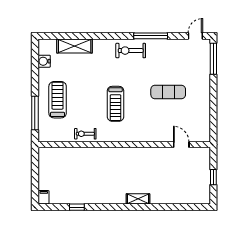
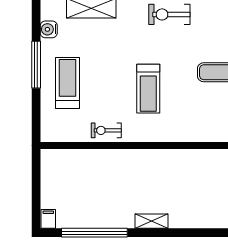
window: (35, 113) -> (36, 65), moved
shelving: (138, 199) -> (151, 221), moved
window: (77, 207) -> (94, 233), width x3.17

